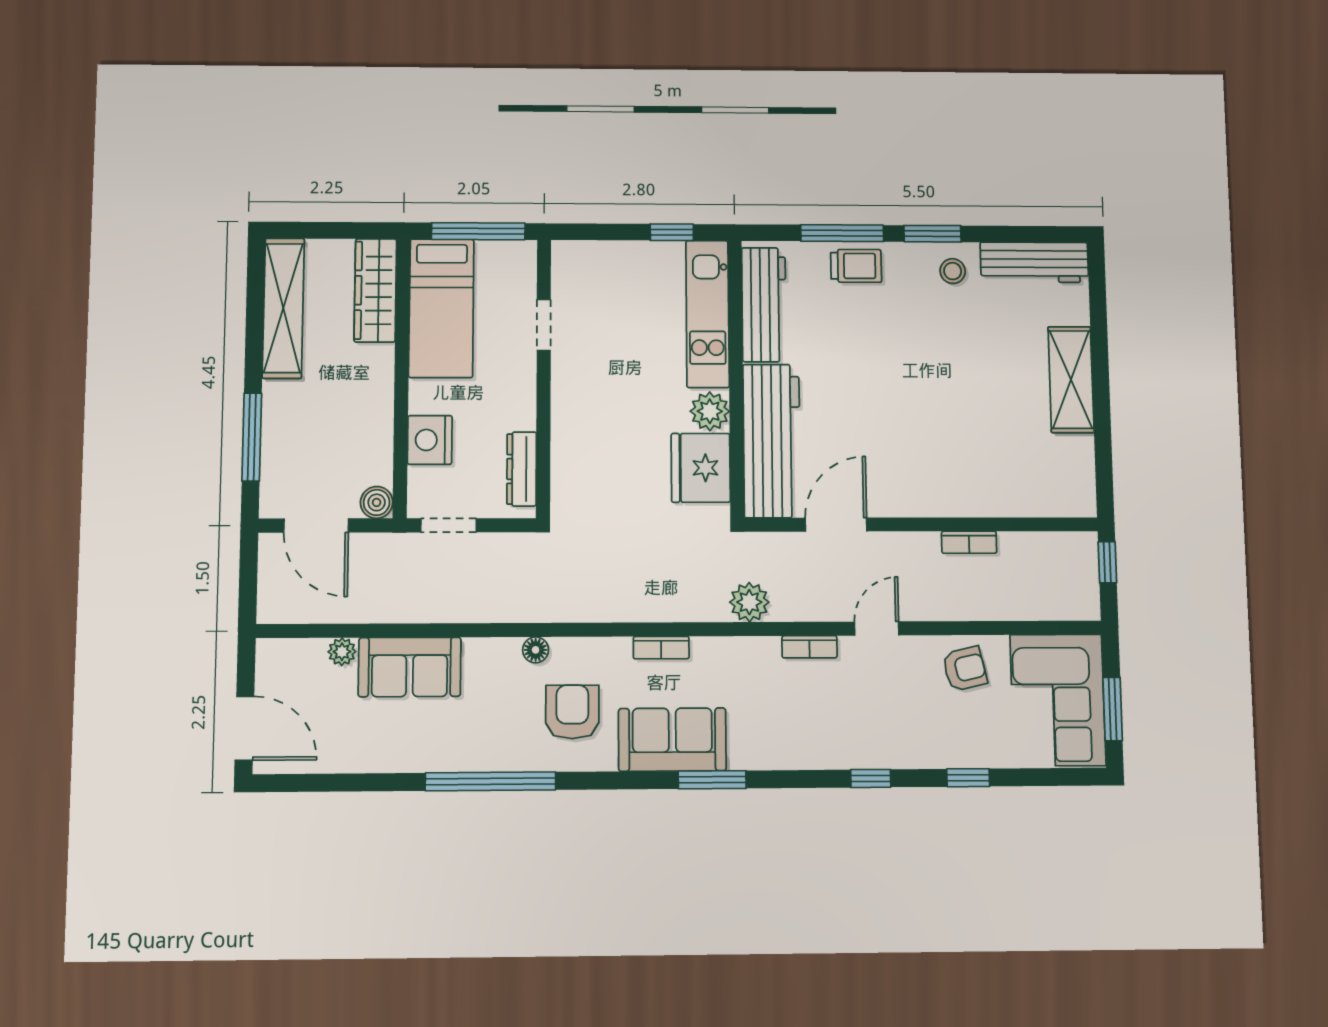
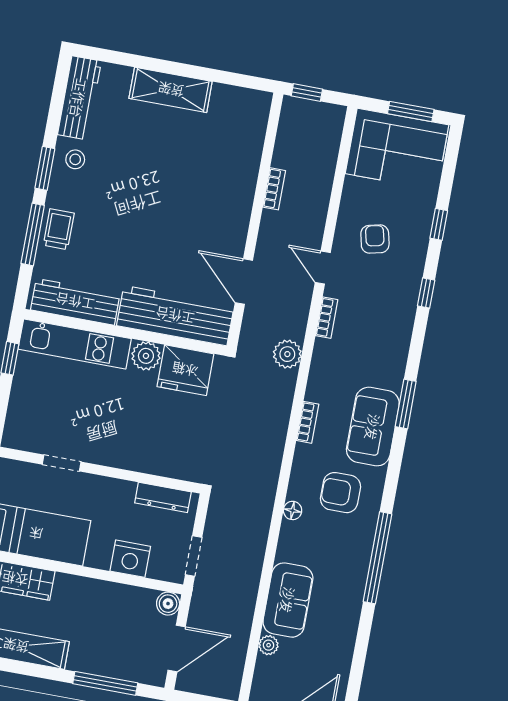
armchair: (965, 669) -> (375, 239), moved

